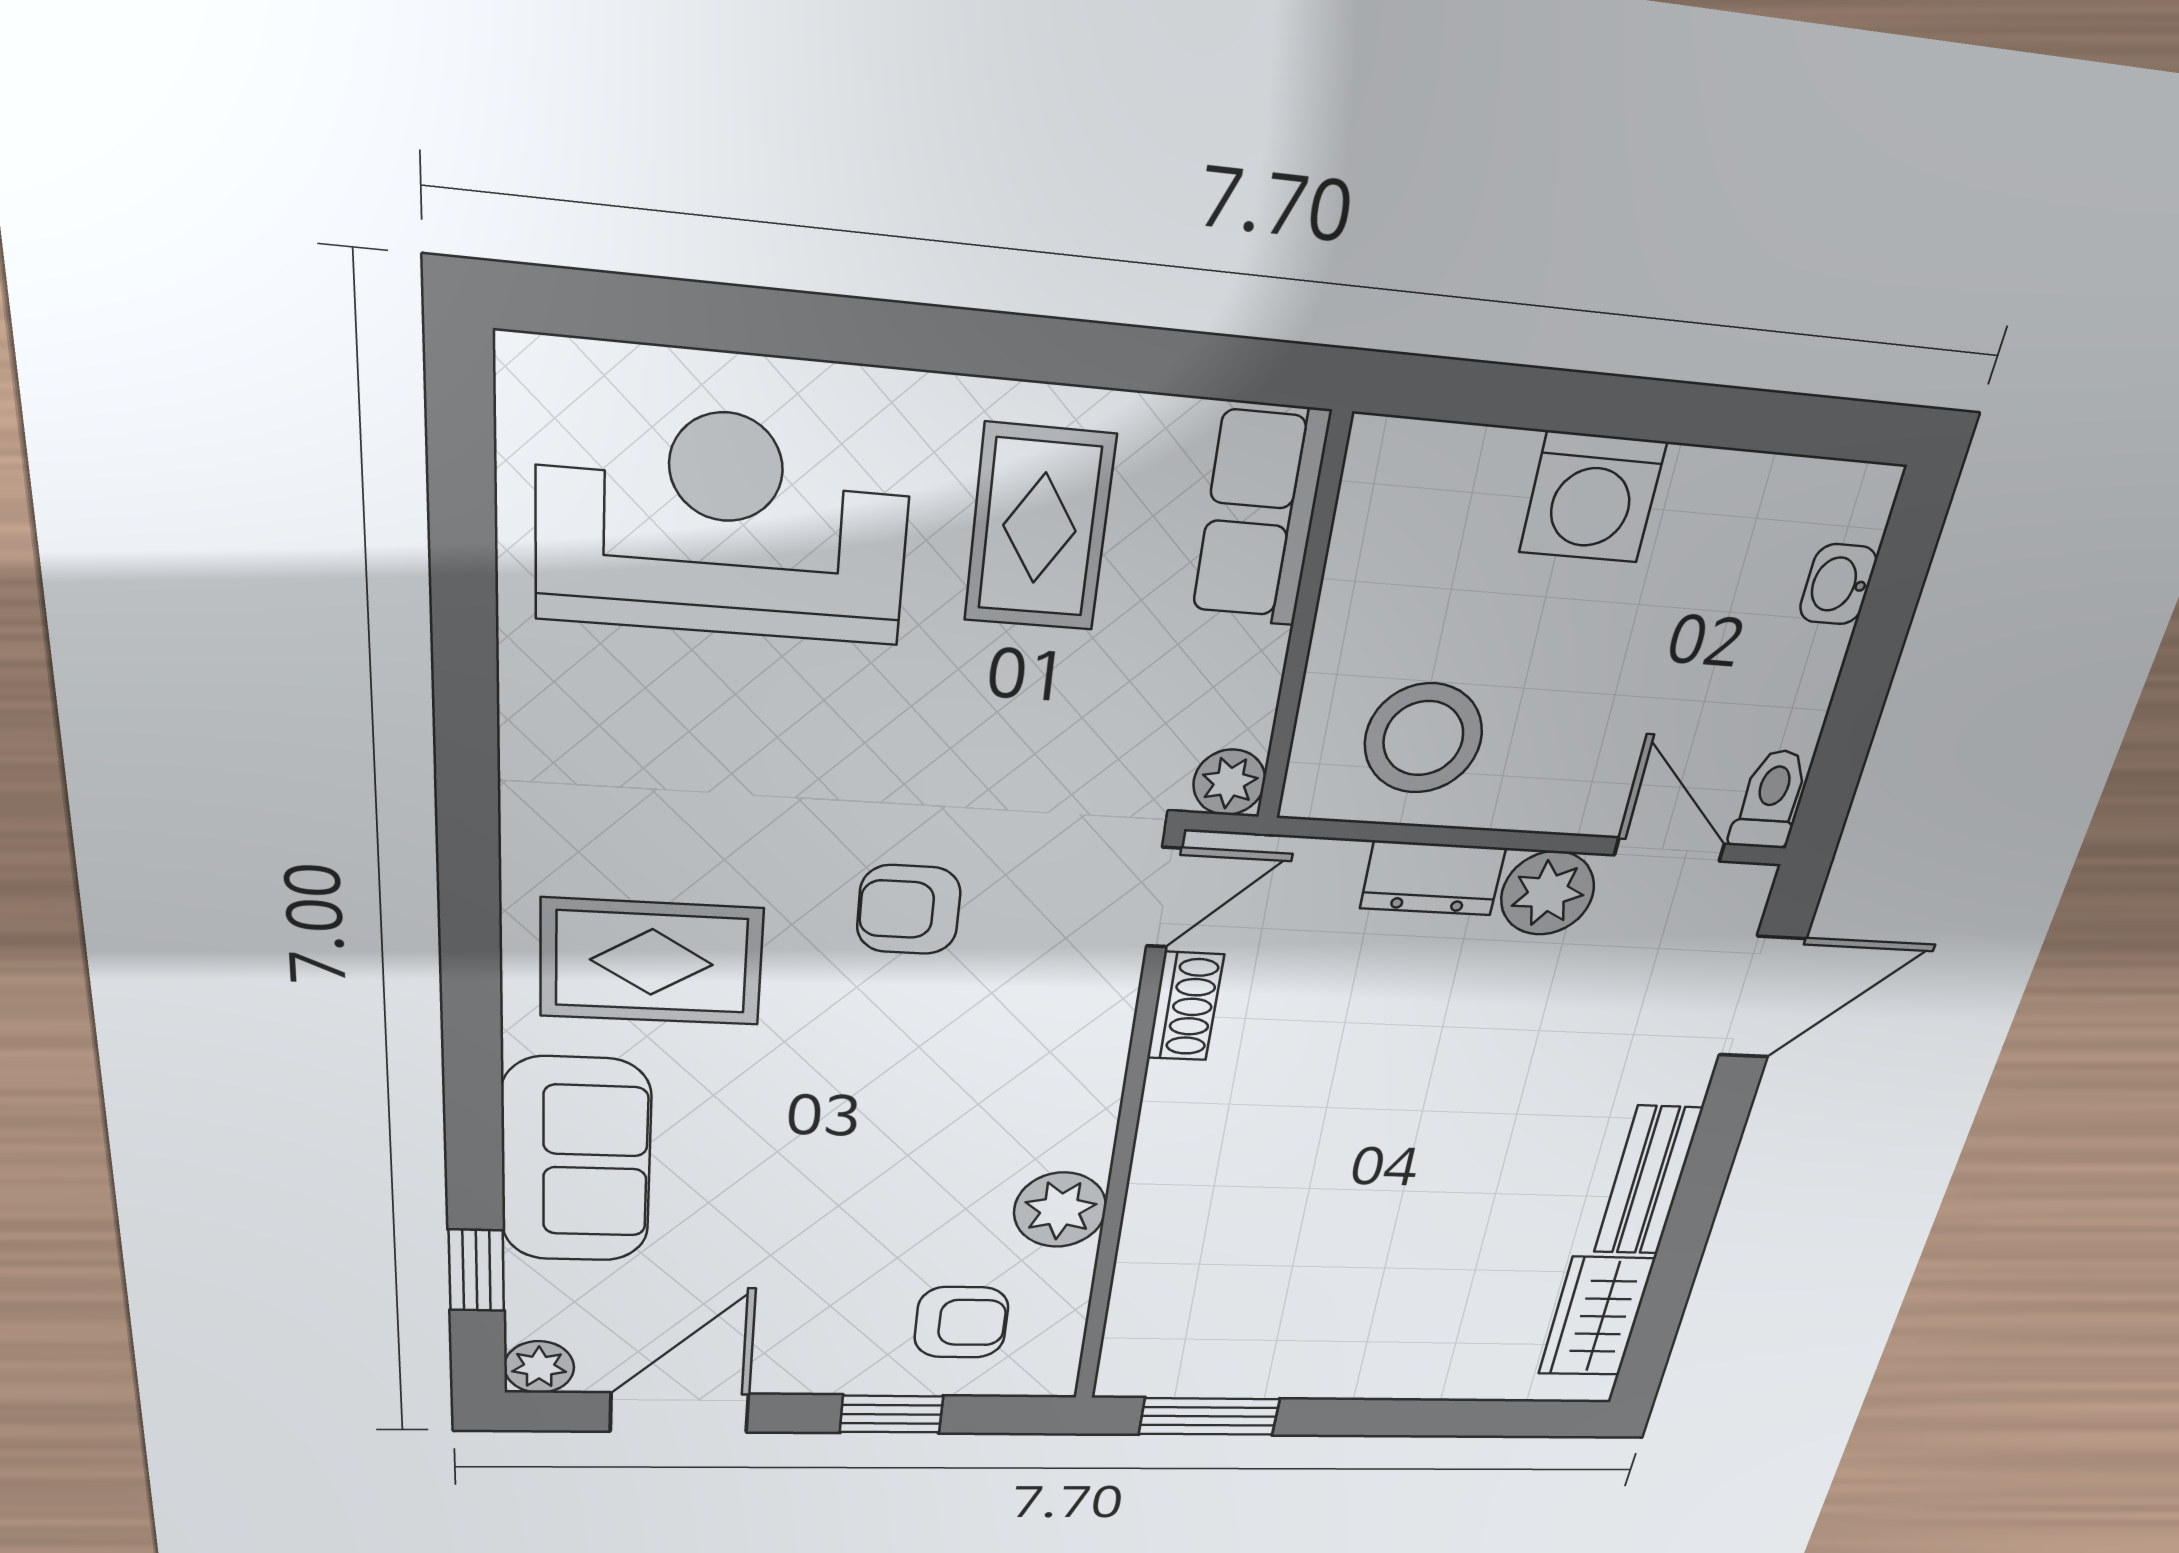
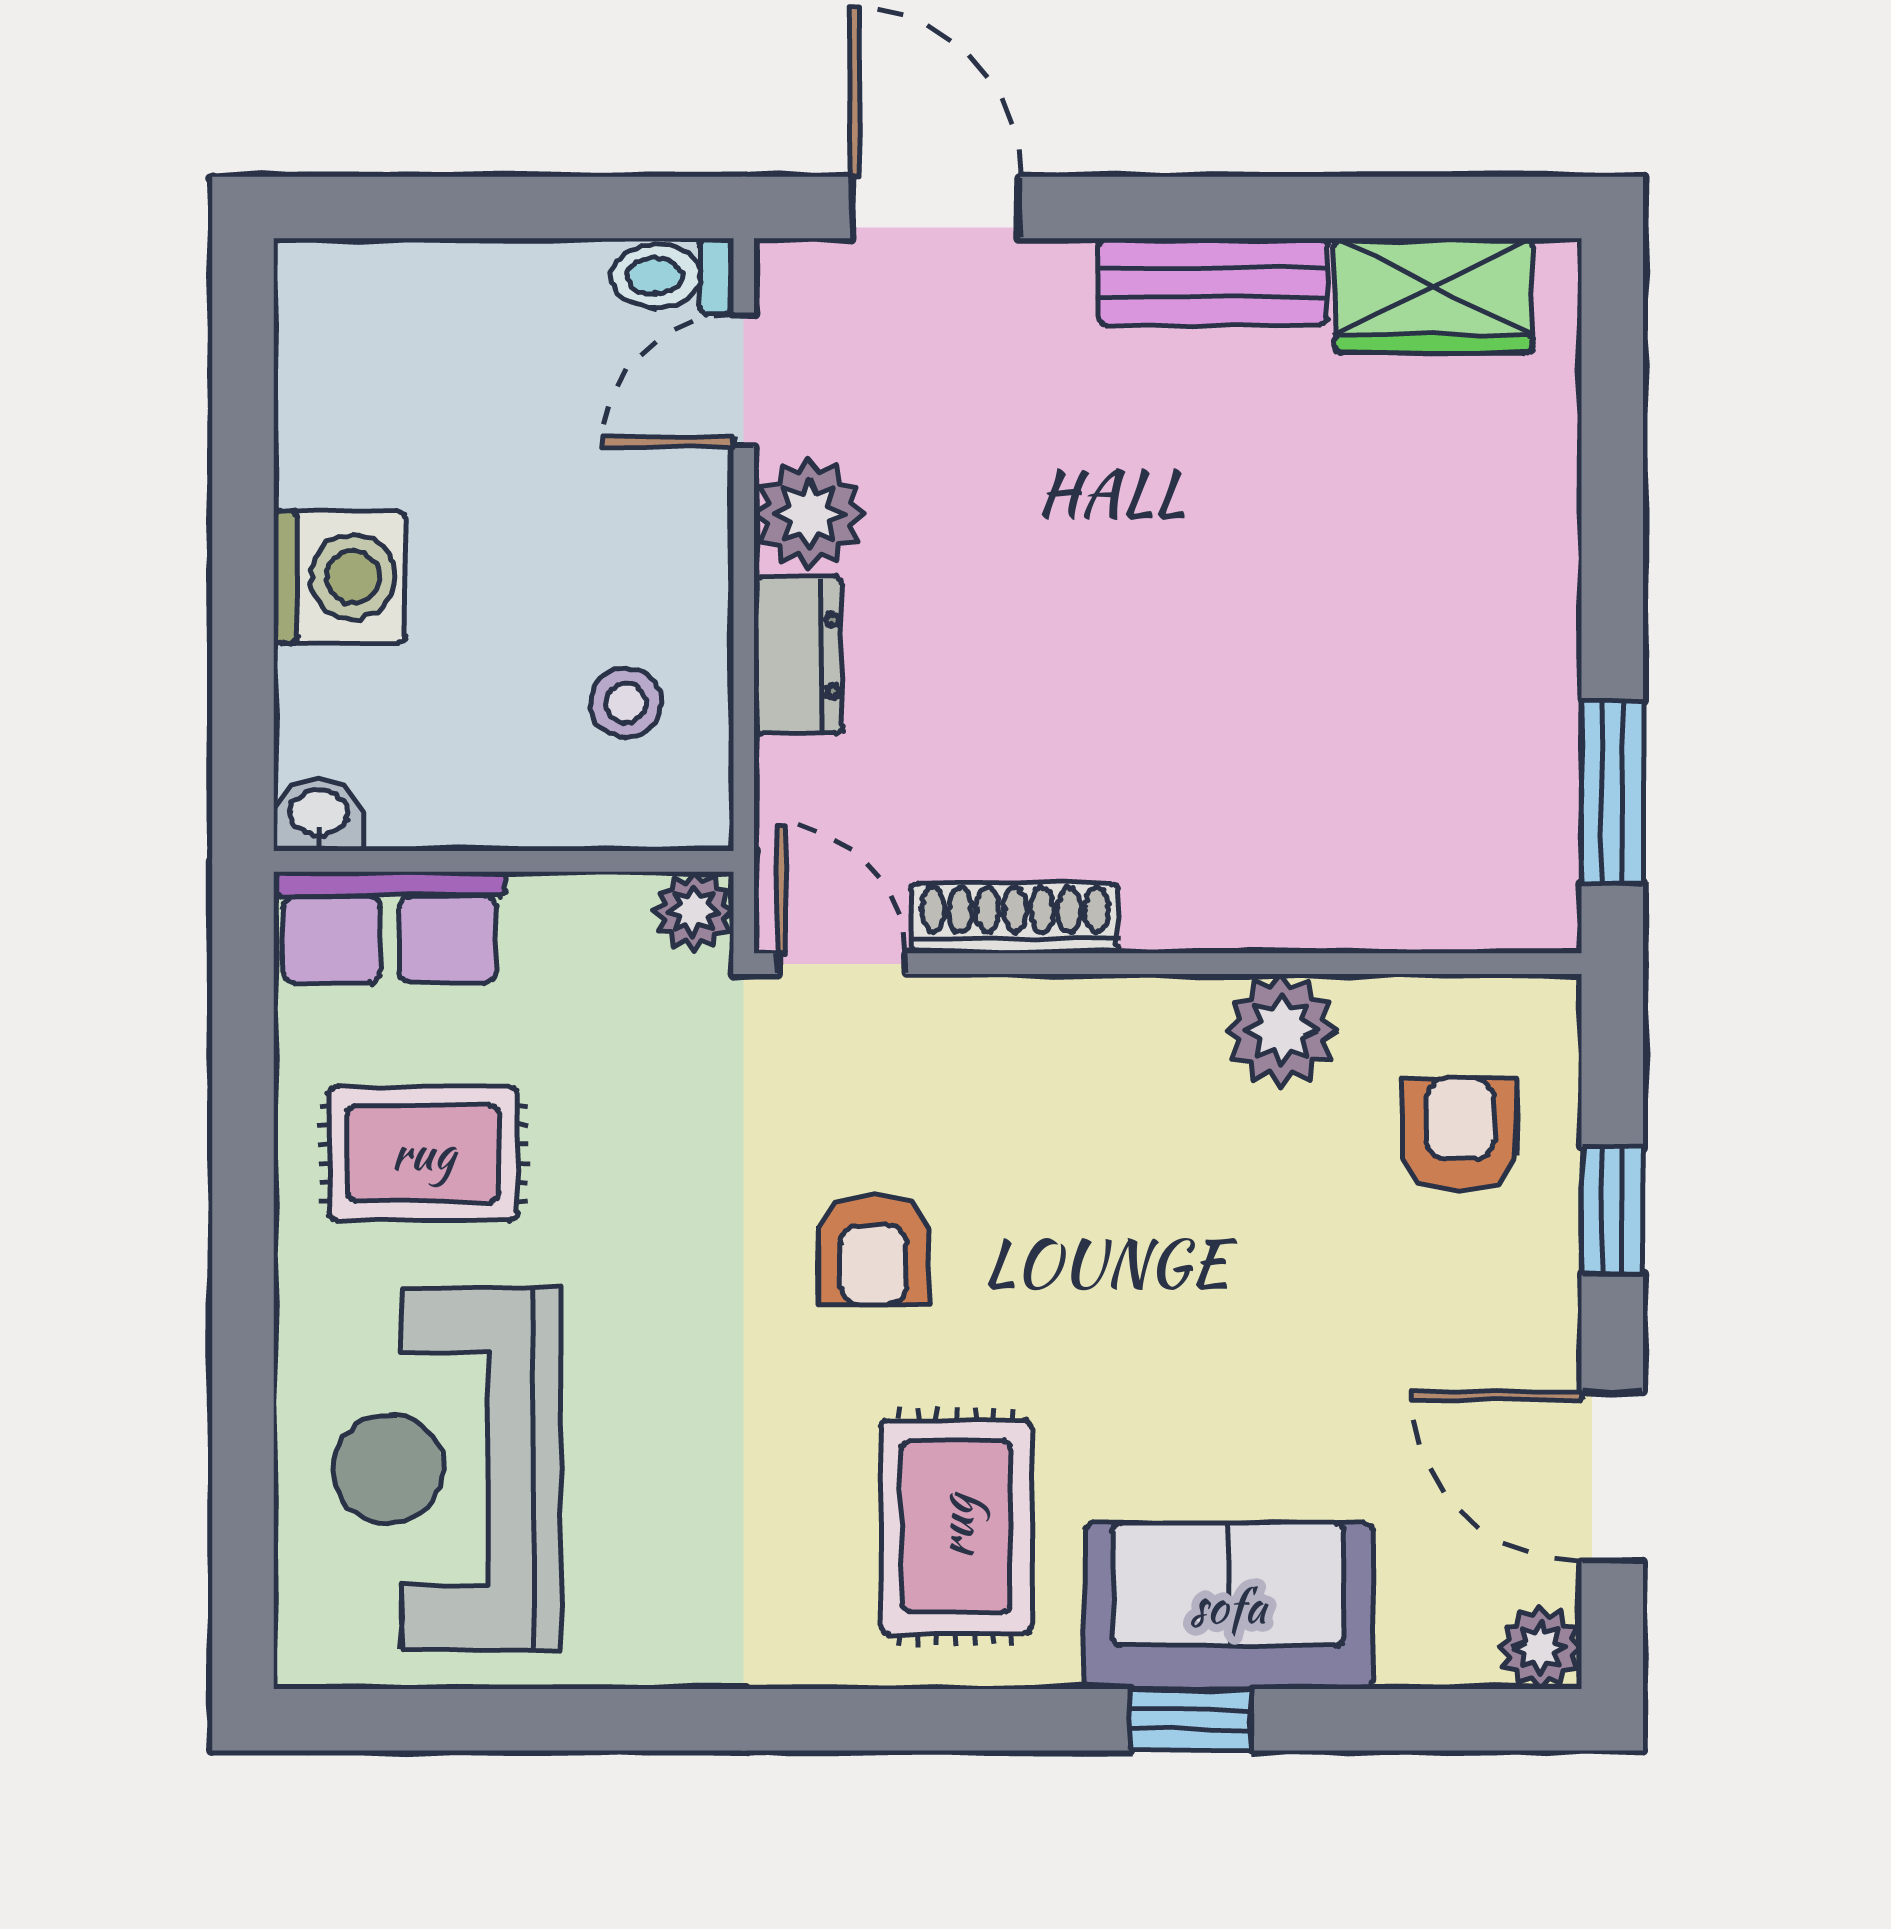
washbasin: (1838, 584) -> (319, 815), moved, turned 180
stool: (1423, 738) -> (626, 703), width x0.53, depth x0.53
shoe rack: (1185, 1007) -> (1015, 918), width x1.43
window: (476, 1270) -> (1191, 1720), moved

